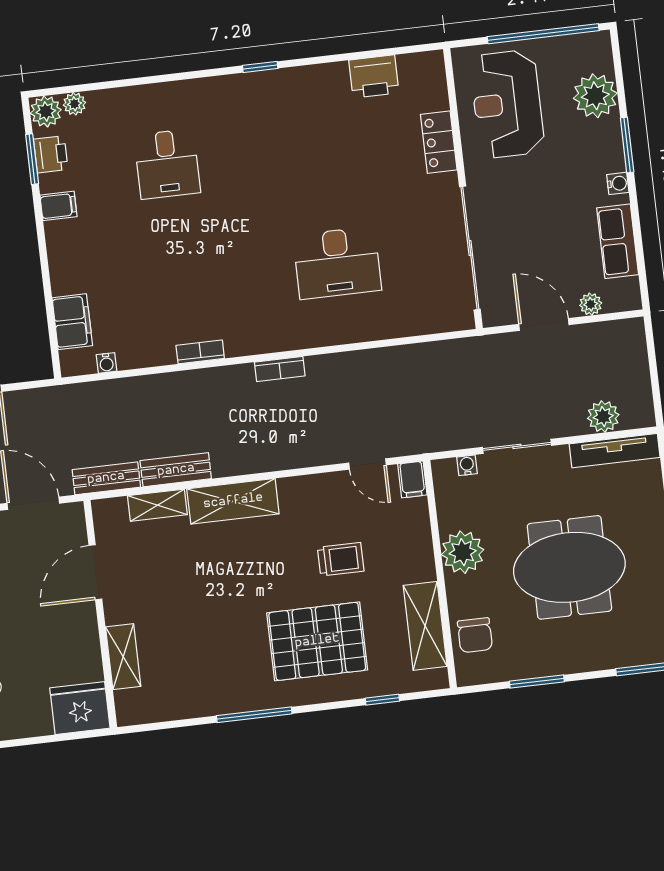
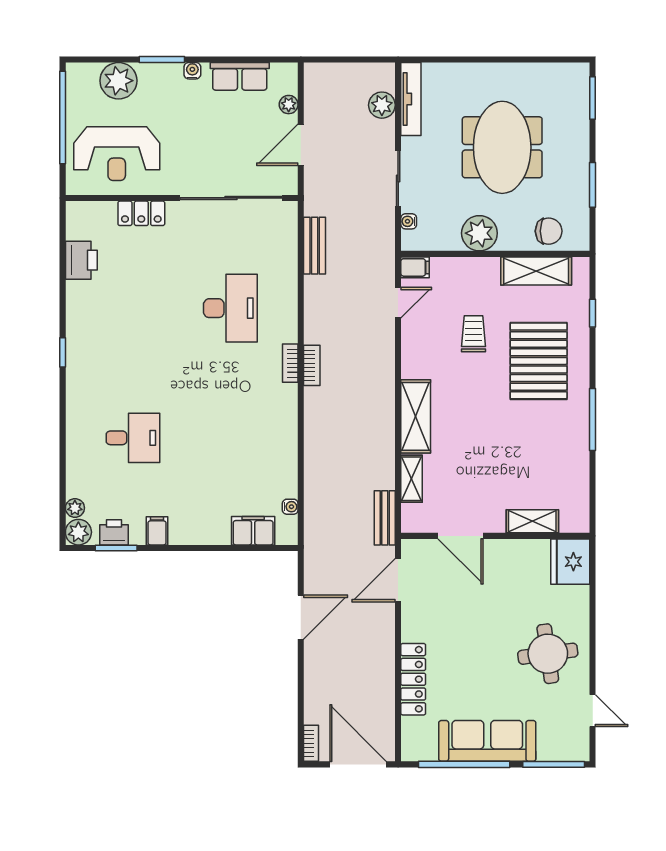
bookcase: (200, 352) -> (290, 363), moved
bench: (176, 470) -> (315, 246), moved

